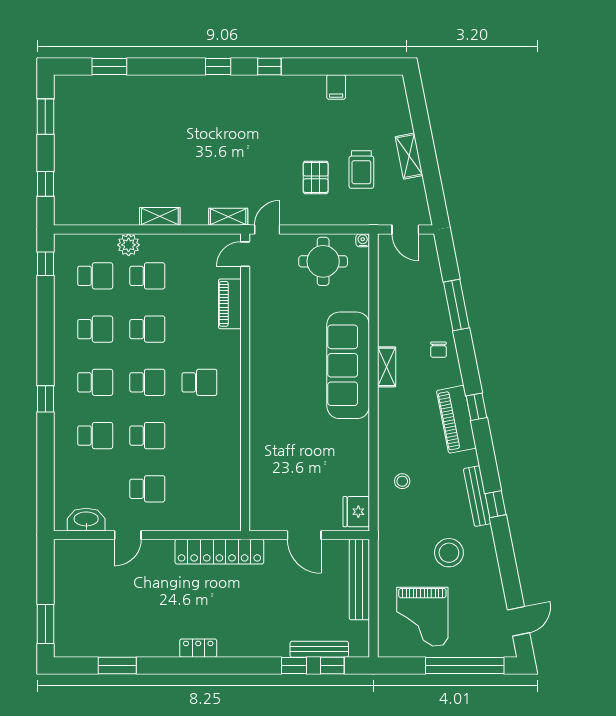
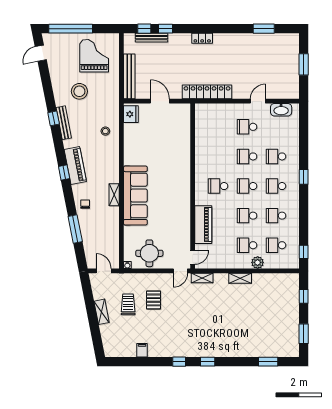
piano: (230, 304) -> (203, 225), width x1.37, depth x1.33
window: (45, 624) -> (304, 64), moved
locker: (198, 648) -> (202, 38), moved

